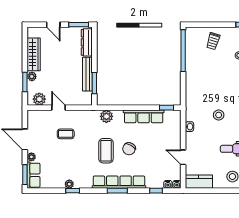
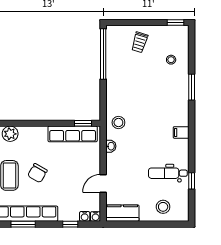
stool: (219, 115) -> (118, 123), moved
row of seats: (144, 116) -> (73, 134), moved
door: (183, 157) -> (103, 183), hinge flipped

